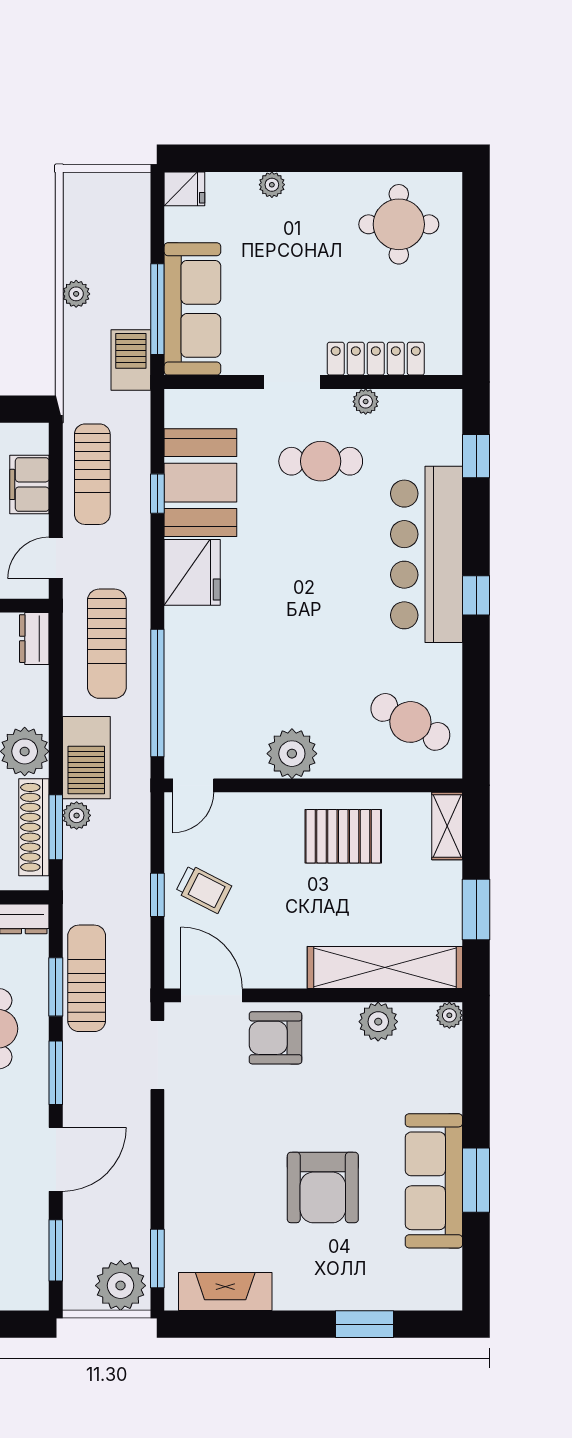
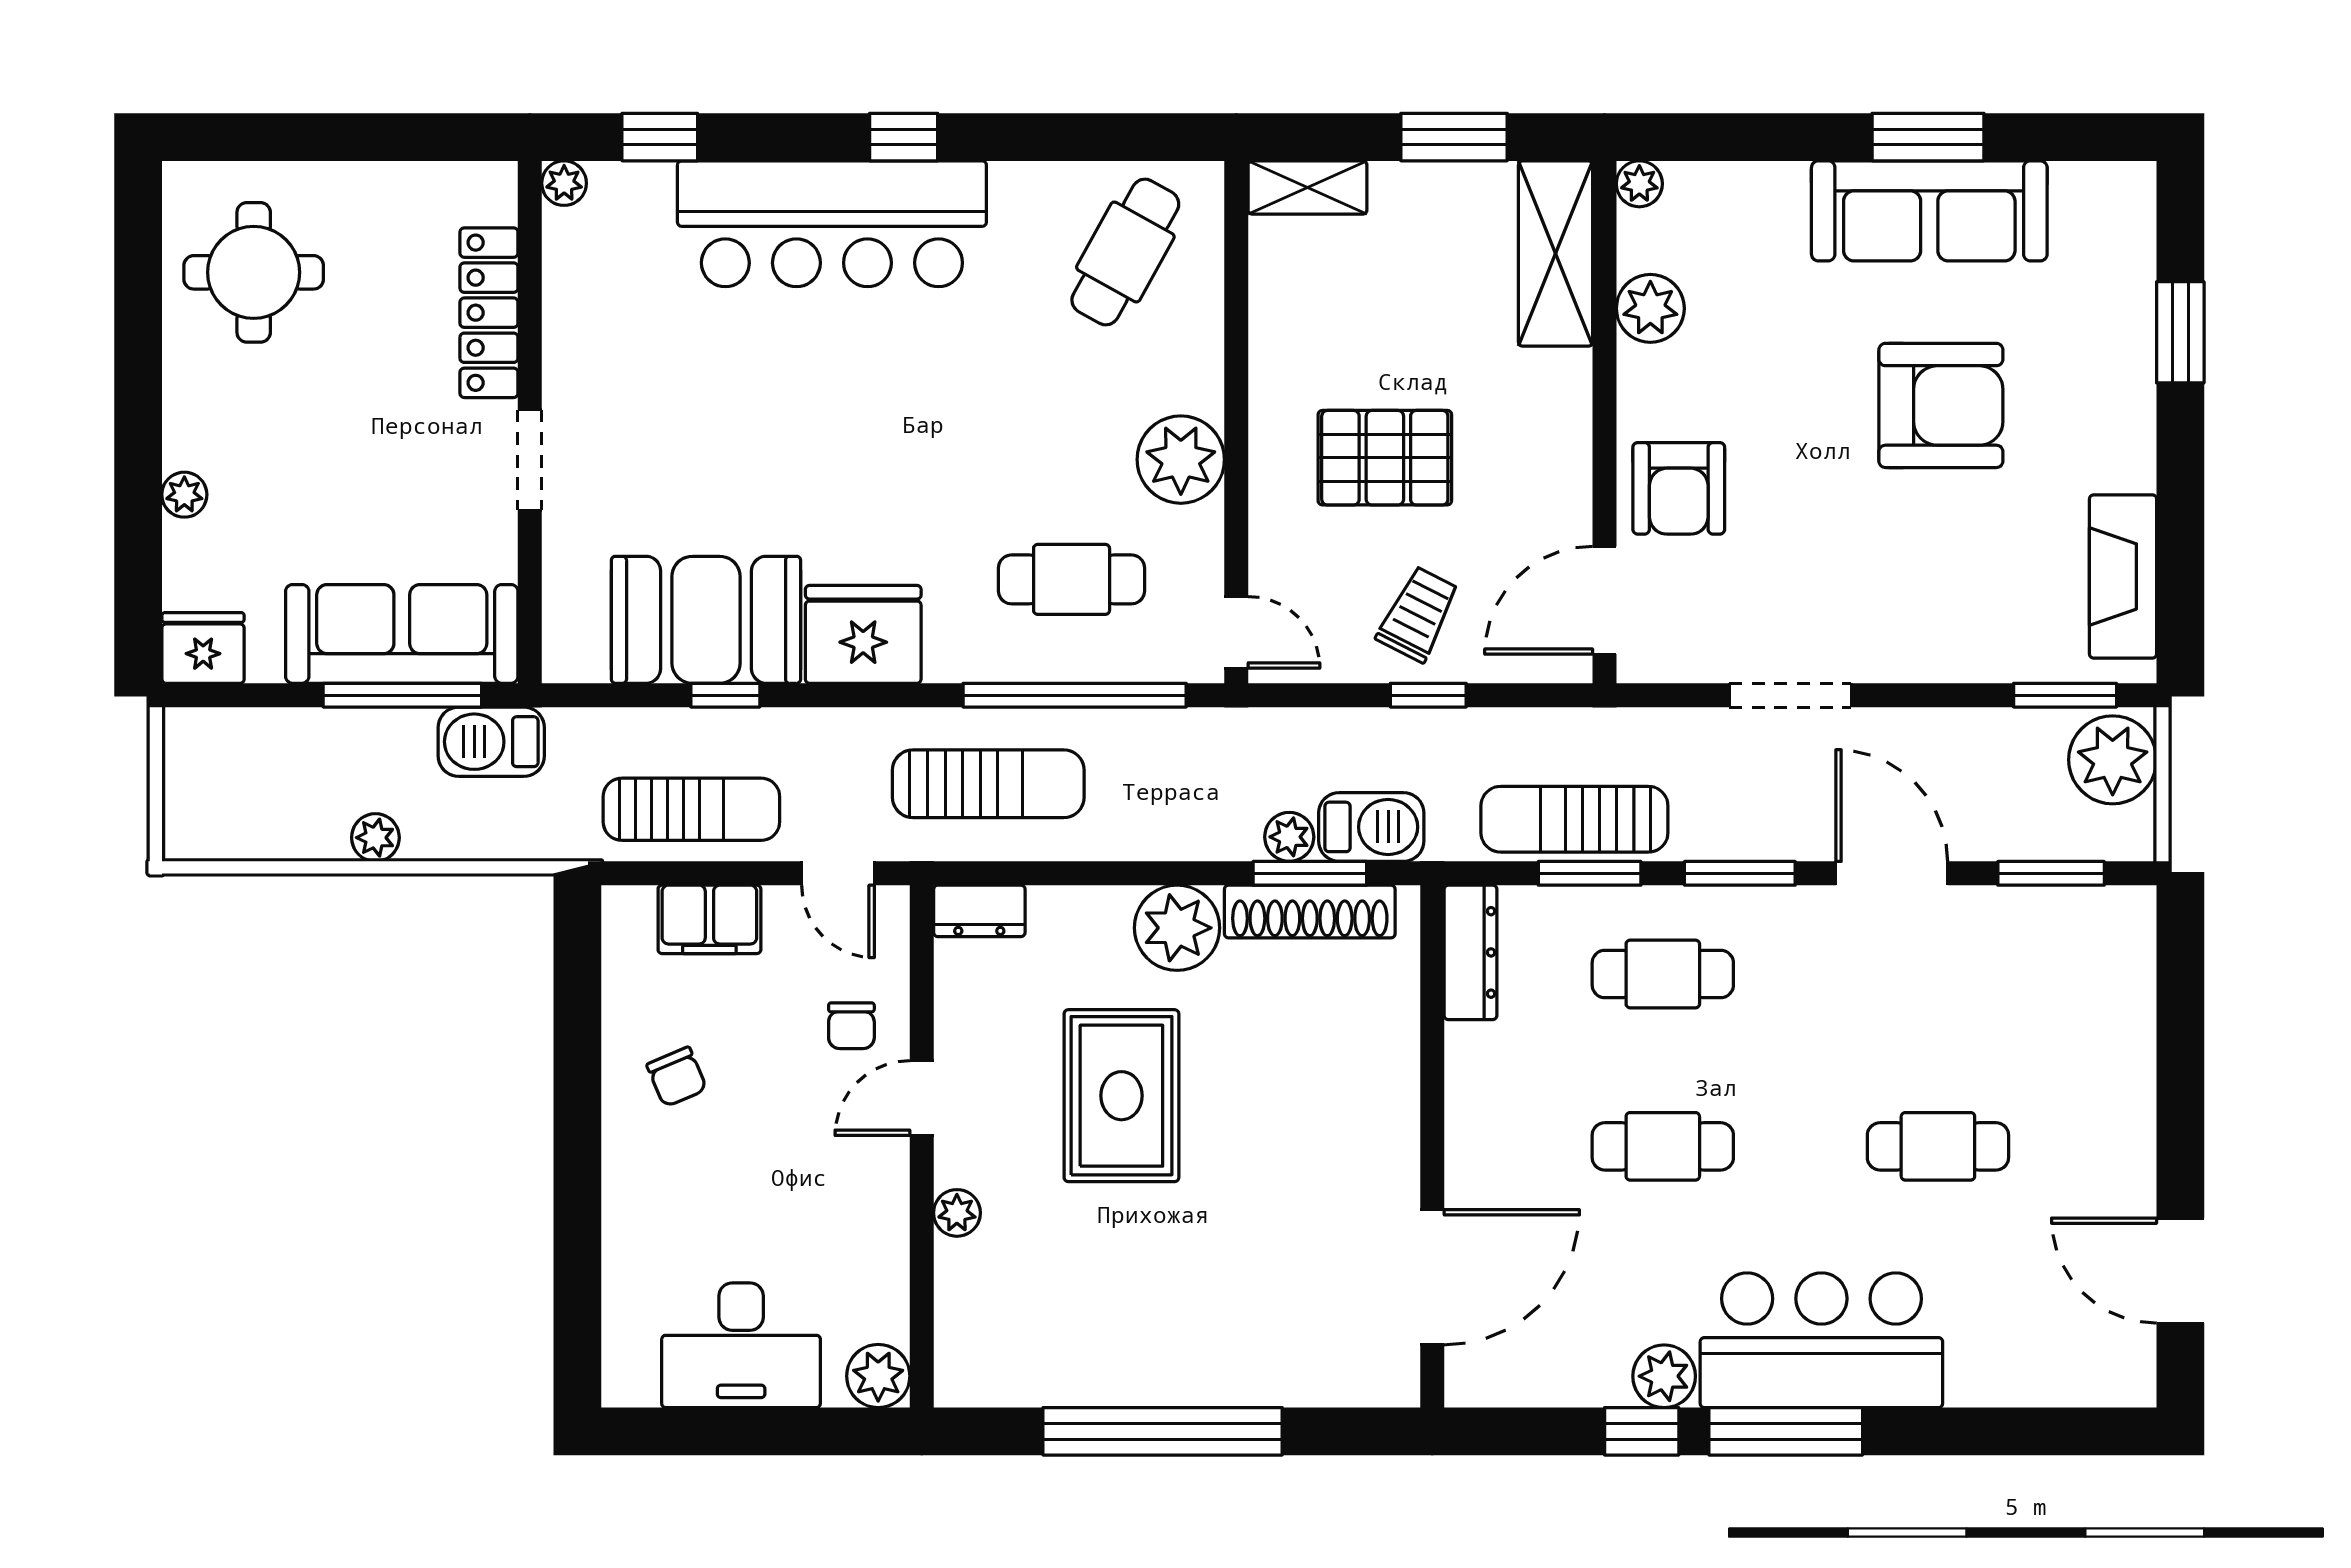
fridge: (184, 189) -> (203, 648), width x1.38
plant: (366, 402) -> (564, 183), moved
cafe table: (321, 461) -> (1072, 579), moved, turned 90
barbecue: (86, 758) -> (1371, 827), moved, width x0.73, depth x0.83
pallet: (343, 836) -> (1385, 458), moved, turned 90
shelving: (385, 967) -> (1556, 253), width x0.68
doorway: (157, 1055) -> (1790, 695), moved

